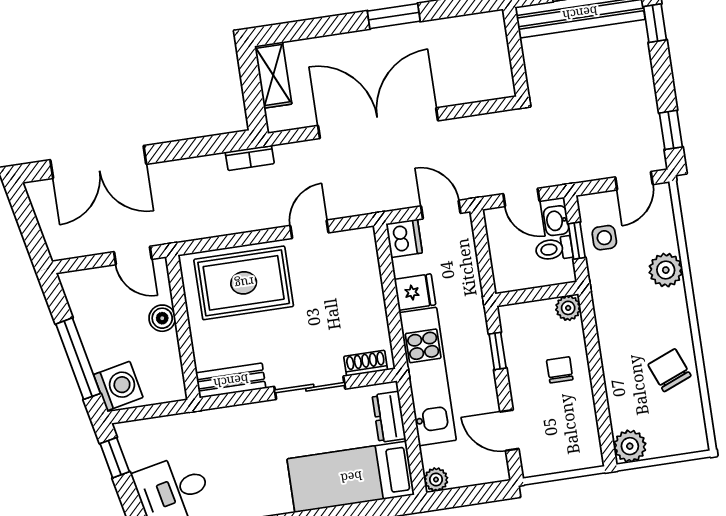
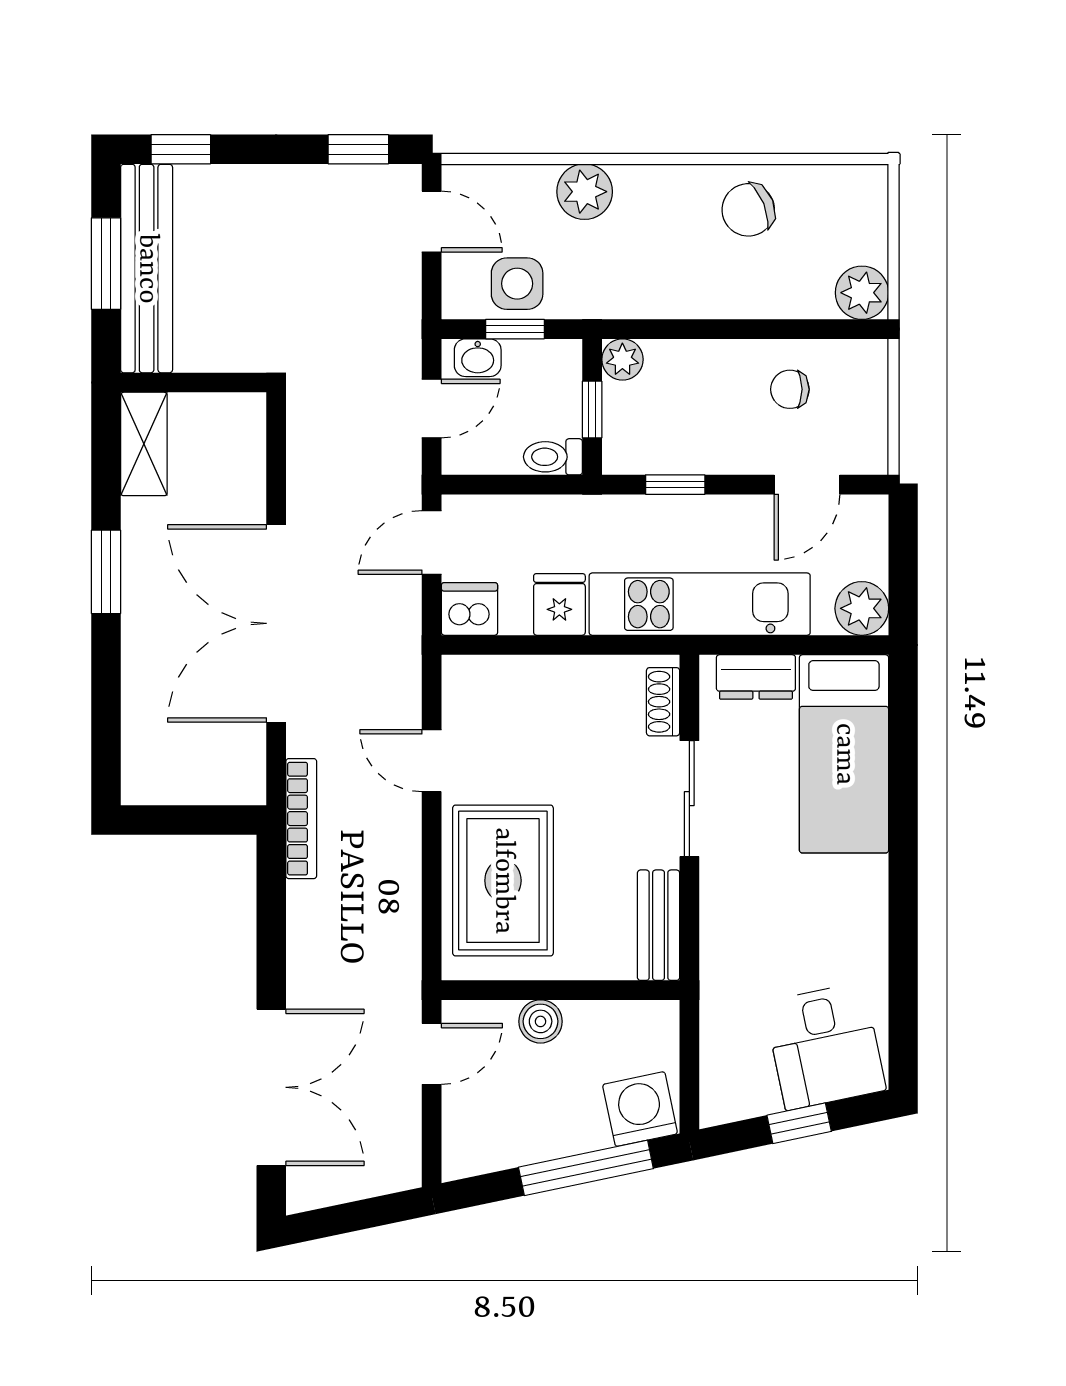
shelving: (273, 75) -> (144, 444), moved, turned 90
bookcase: (250, 158) -> (301, 819), width x1.56
side table: (604, 238) -> (517, 284), width x1.37, depth x1.37
toilet: (554, 249) -> (553, 457), moved, turned 90
window: (535, 294) -> (592, 410), added
chair: (560, 370) -> (790, 389), moved
window: (115, 458) -> (799, 1123), moved
plant: (436, 479) -> (862, 608), width x1.38, depth x1.38

